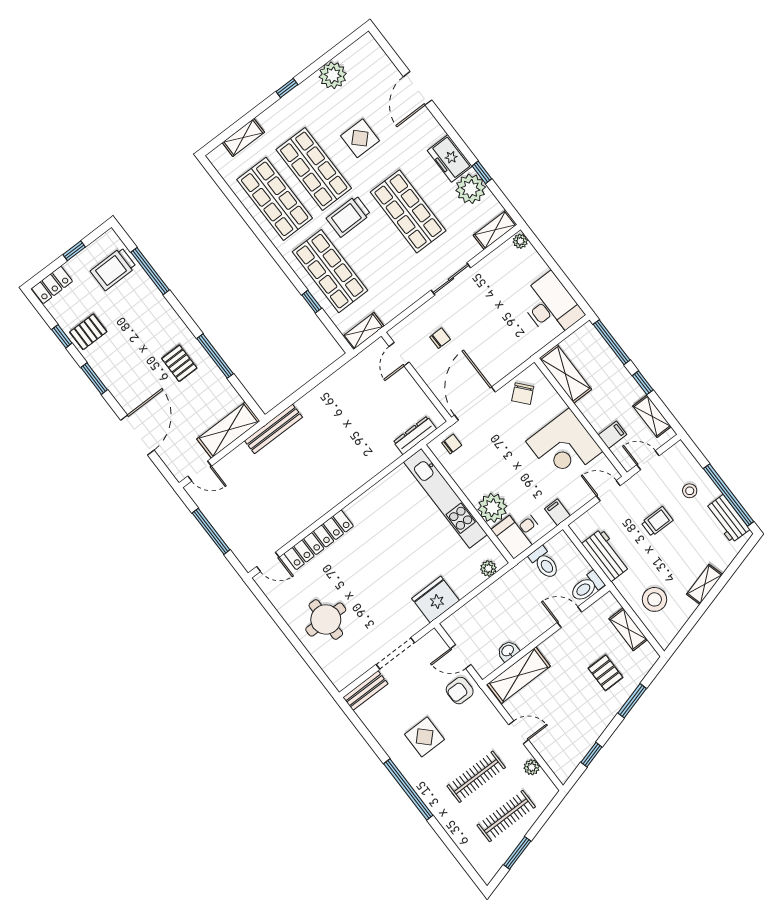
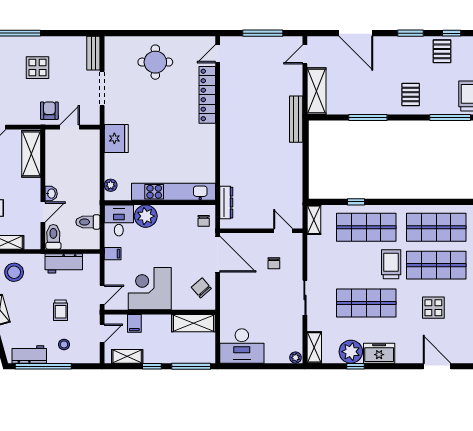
pallet: (179, 363) -> (411, 94), moved, turned 90
washbasin: (508, 651) -> (51, 194), moved

